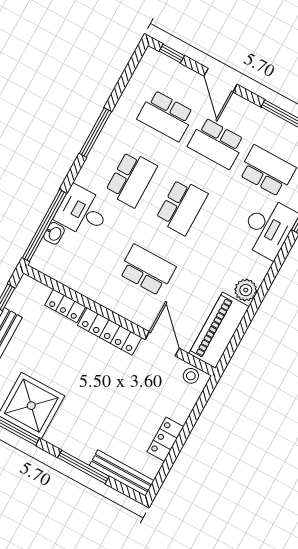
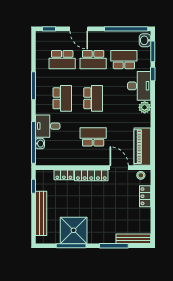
plant: (246, 290) -> (145, 107), moved
locker: (165, 439) -> (145, 196), moved

